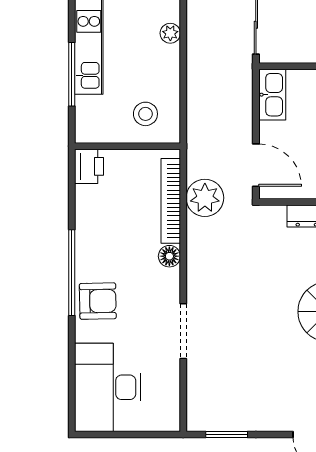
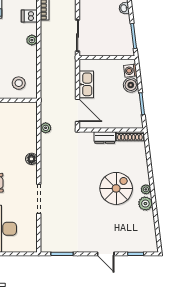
kitchen sink: (272, 95) -> (86, 84), moved
plant: (205, 198) -> (46, 128), width x0.53, depth x0.53
bookcase: (171, 201) -> (32, 129), removed

